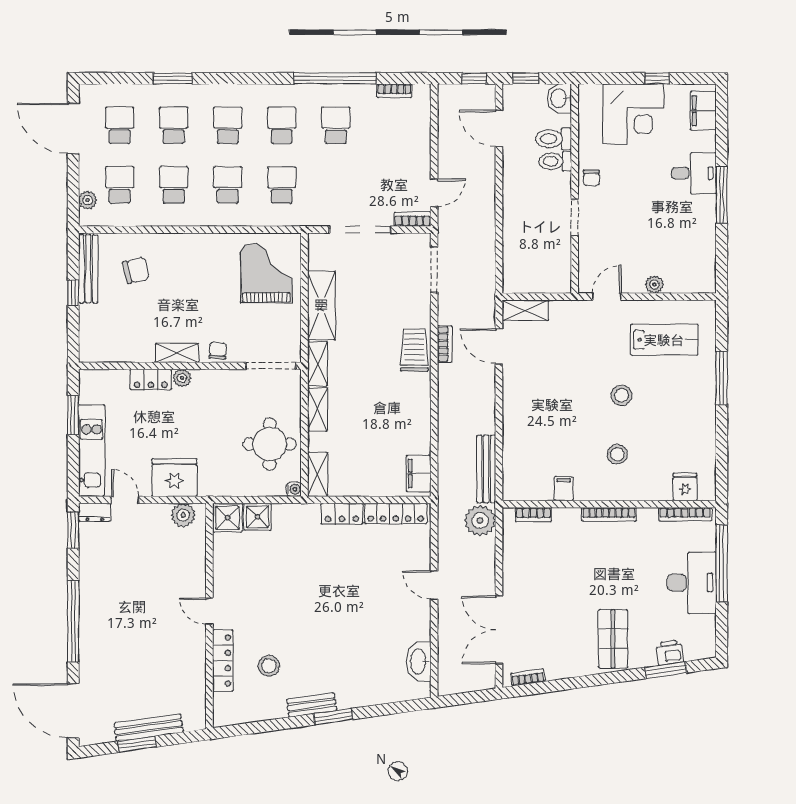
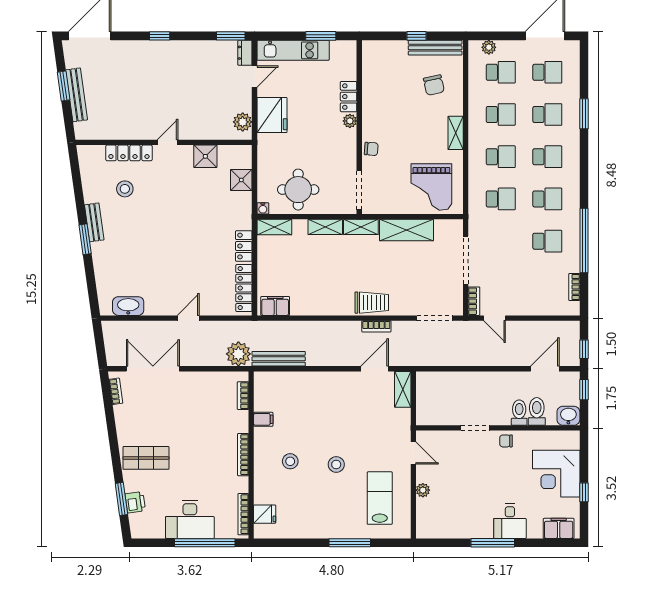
grand piano: (266, 274) -> (431, 187), turned 90
lab bench: (664, 340) -> (380, 498), turned 180
shelving: (177, 353) -> (456, 133), moved
shower: (227, 518) -> (205, 156), moved
window: (73, 621) -> (160, 36), width x0.32

